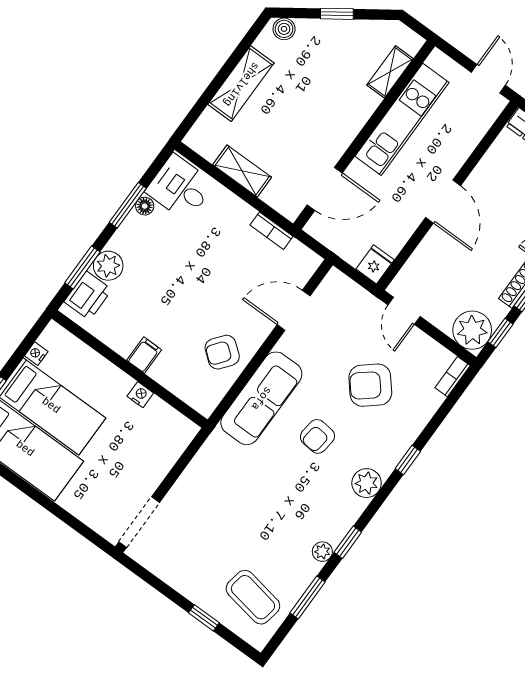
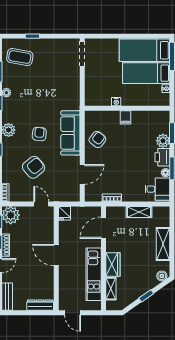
wardrobe: (356, 112) -> (113, 265), added
printer: (88, 296) -> (162, 157), moved

